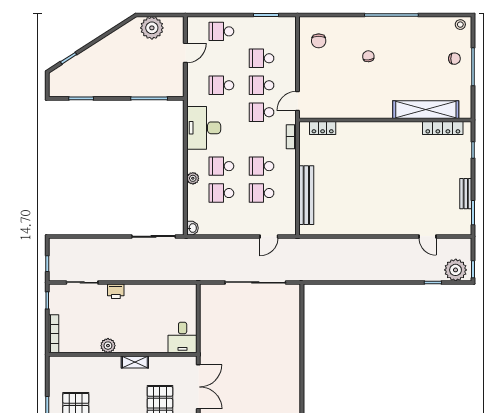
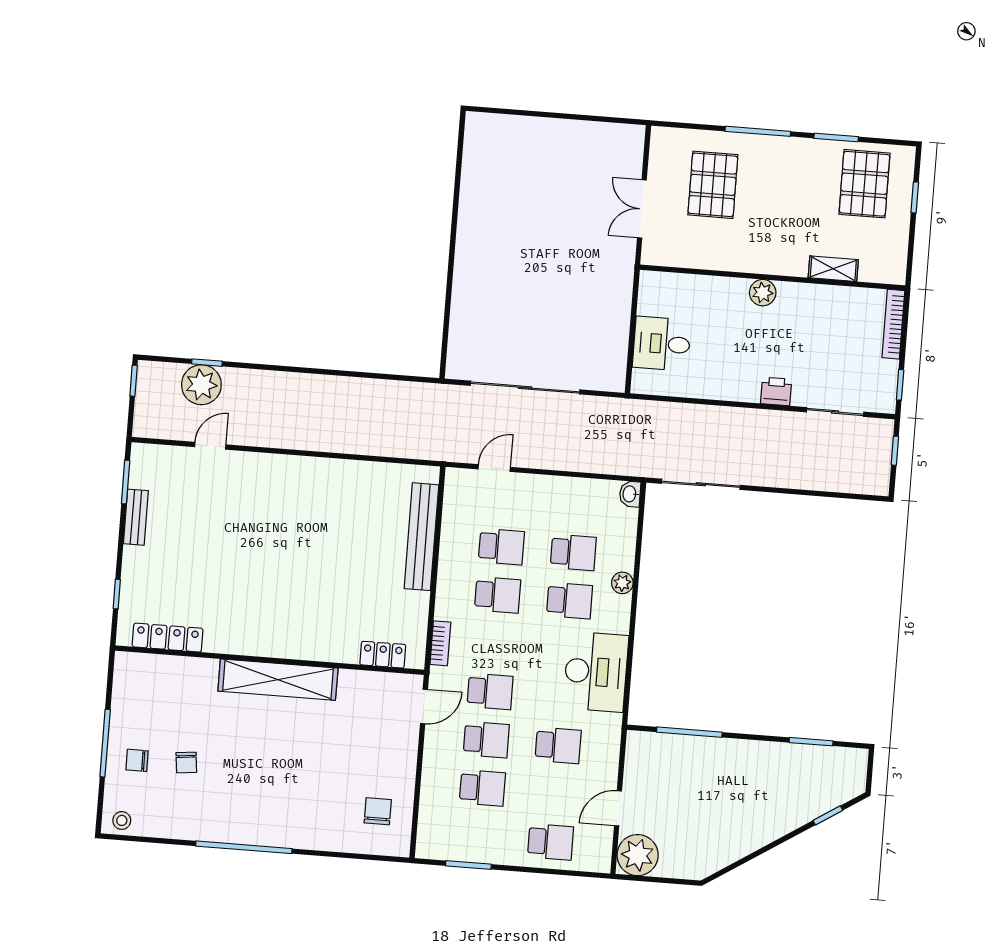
plant: (152, 28) -> (638, 855), moved
chair: (368, 56) -> (186, 762), moved
shelving: (426, 110) -> (278, 680), moved
door: (428, 236) -> (210, 446), hinge flipped
plant: (456, 270) -> (201, 385), moved
desk: (183, 337) -> (662, 344), moved, turned -90
plant: (108, 346) -> (763, 293), moved
shelving: (135, 362) -> (833, 269), moved
double door: (198, 387) -> (642, 209), width x0.73

